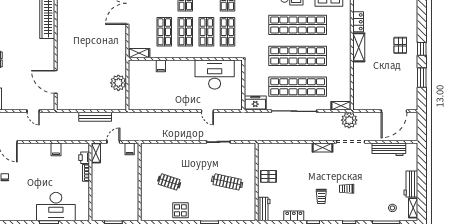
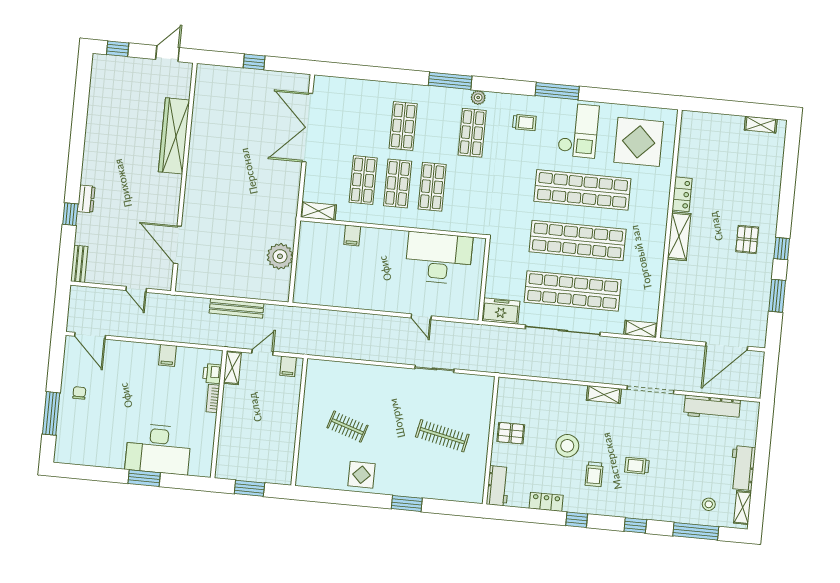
shop shelf: (227, 32) -> (467, 190), removed
plant: (349, 120) -> (652, 354), removed
stool: (303, 181) -> (567, 446), added

